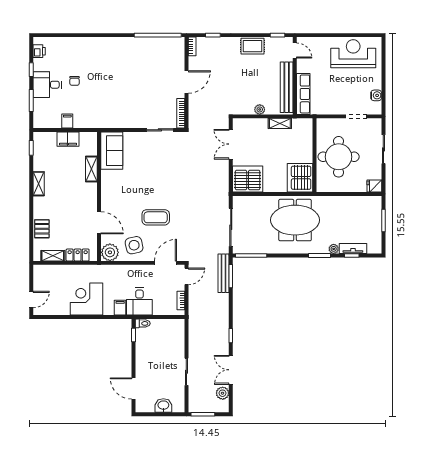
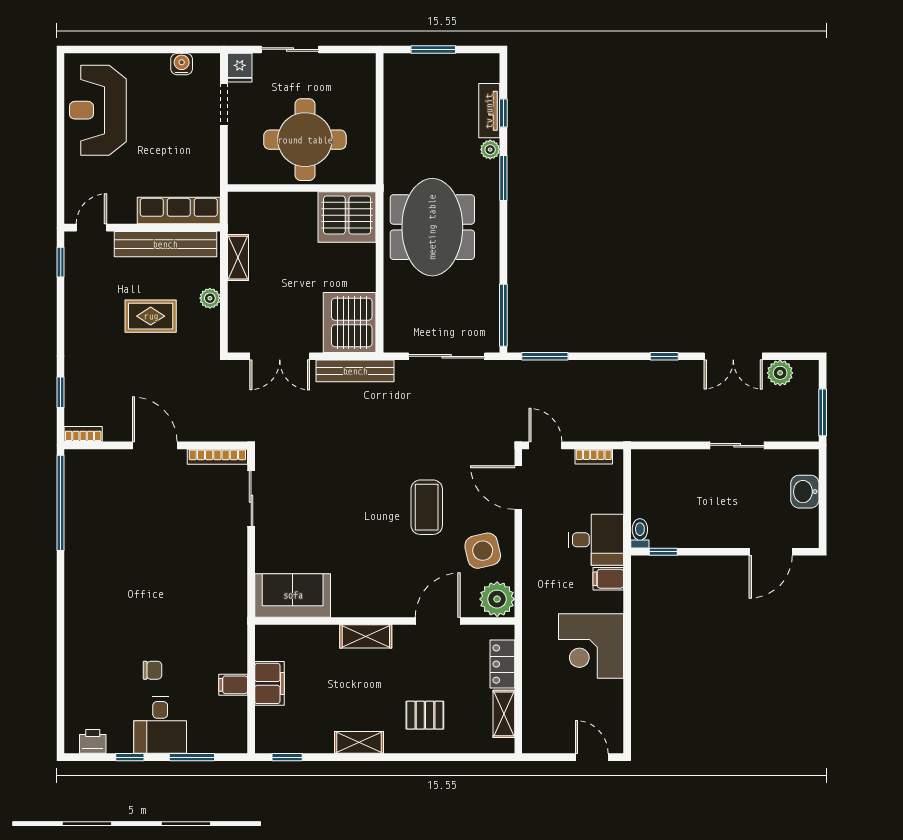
rug: (252, 46) -> (151, 316), moved, turned 90
shelving: (91, 169) -> (366, 636), moved
fridge: (374, 186) -> (240, 68), moved
pallet: (42, 229) -> (425, 715), moved
bench: (224, 273) -> (355, 371), moved

